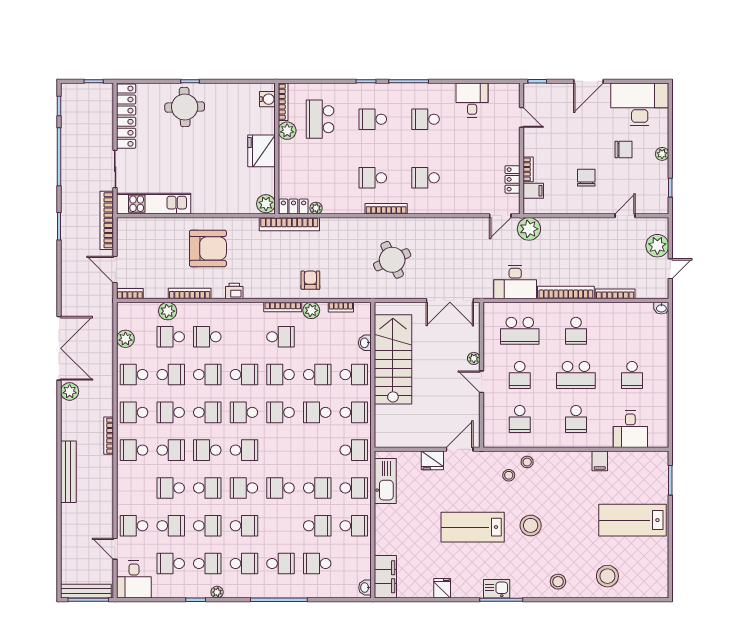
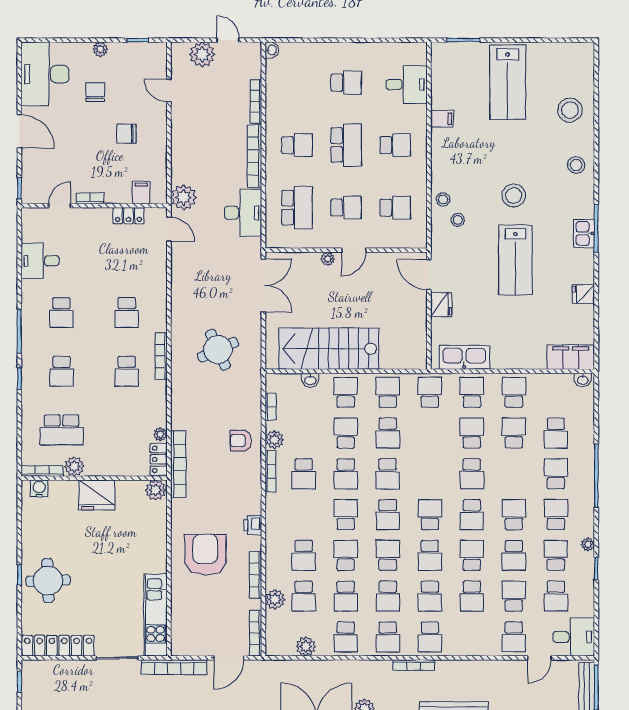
bookcase: (528, 169) -> (90, 198), moved
bookcase: (130, 294) -> (256, 633), width x1.56
school desk: (281, 337) -> (304, 474), turned 180
school desk: (171, 375) -> (346, 596), turned 180
school desk: (171, 450) -> (430, 596), turned 180
school desk: (207, 526) -> (514, 555), turned 180

